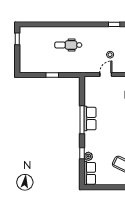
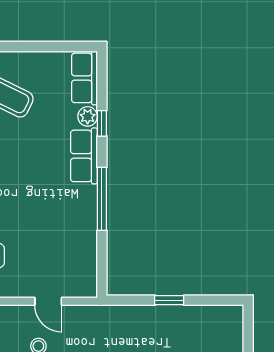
door: (106, 74) -> (48, 301), hinge flipped
row of seats: (90, 118) -> (84, 156), moved

